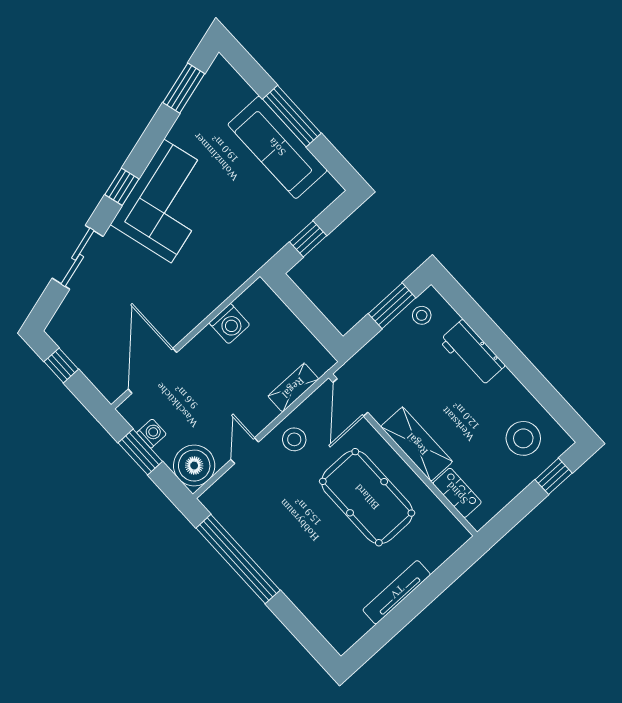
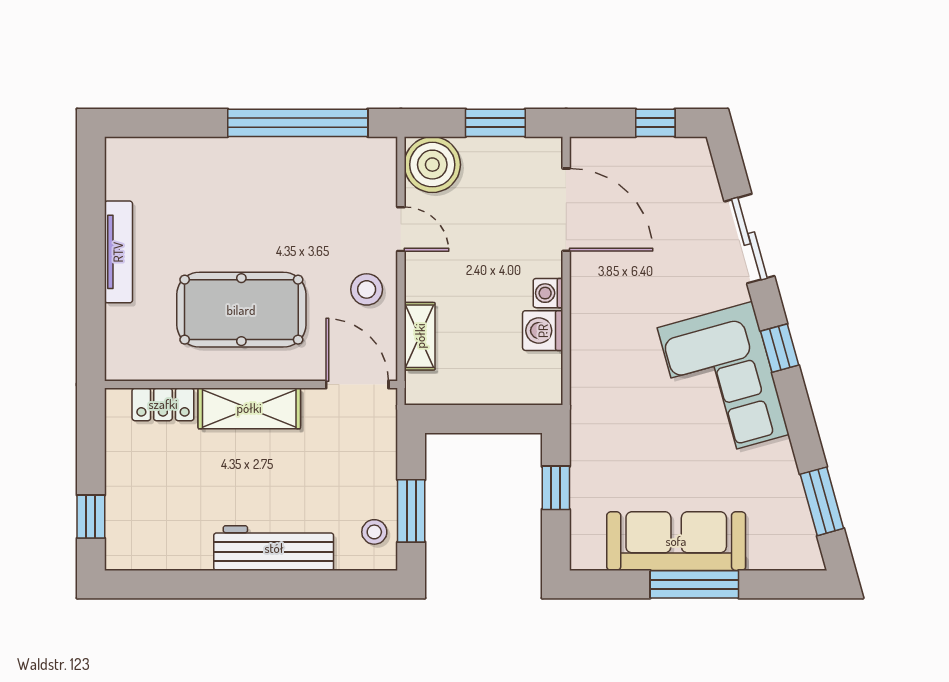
workbench: (472, 353) -> (274, 548), width x1.38
washing machine: (152, 433) -> (548, 293), moved, turned 90
stool: (523, 438) -> (157, 521), removed

